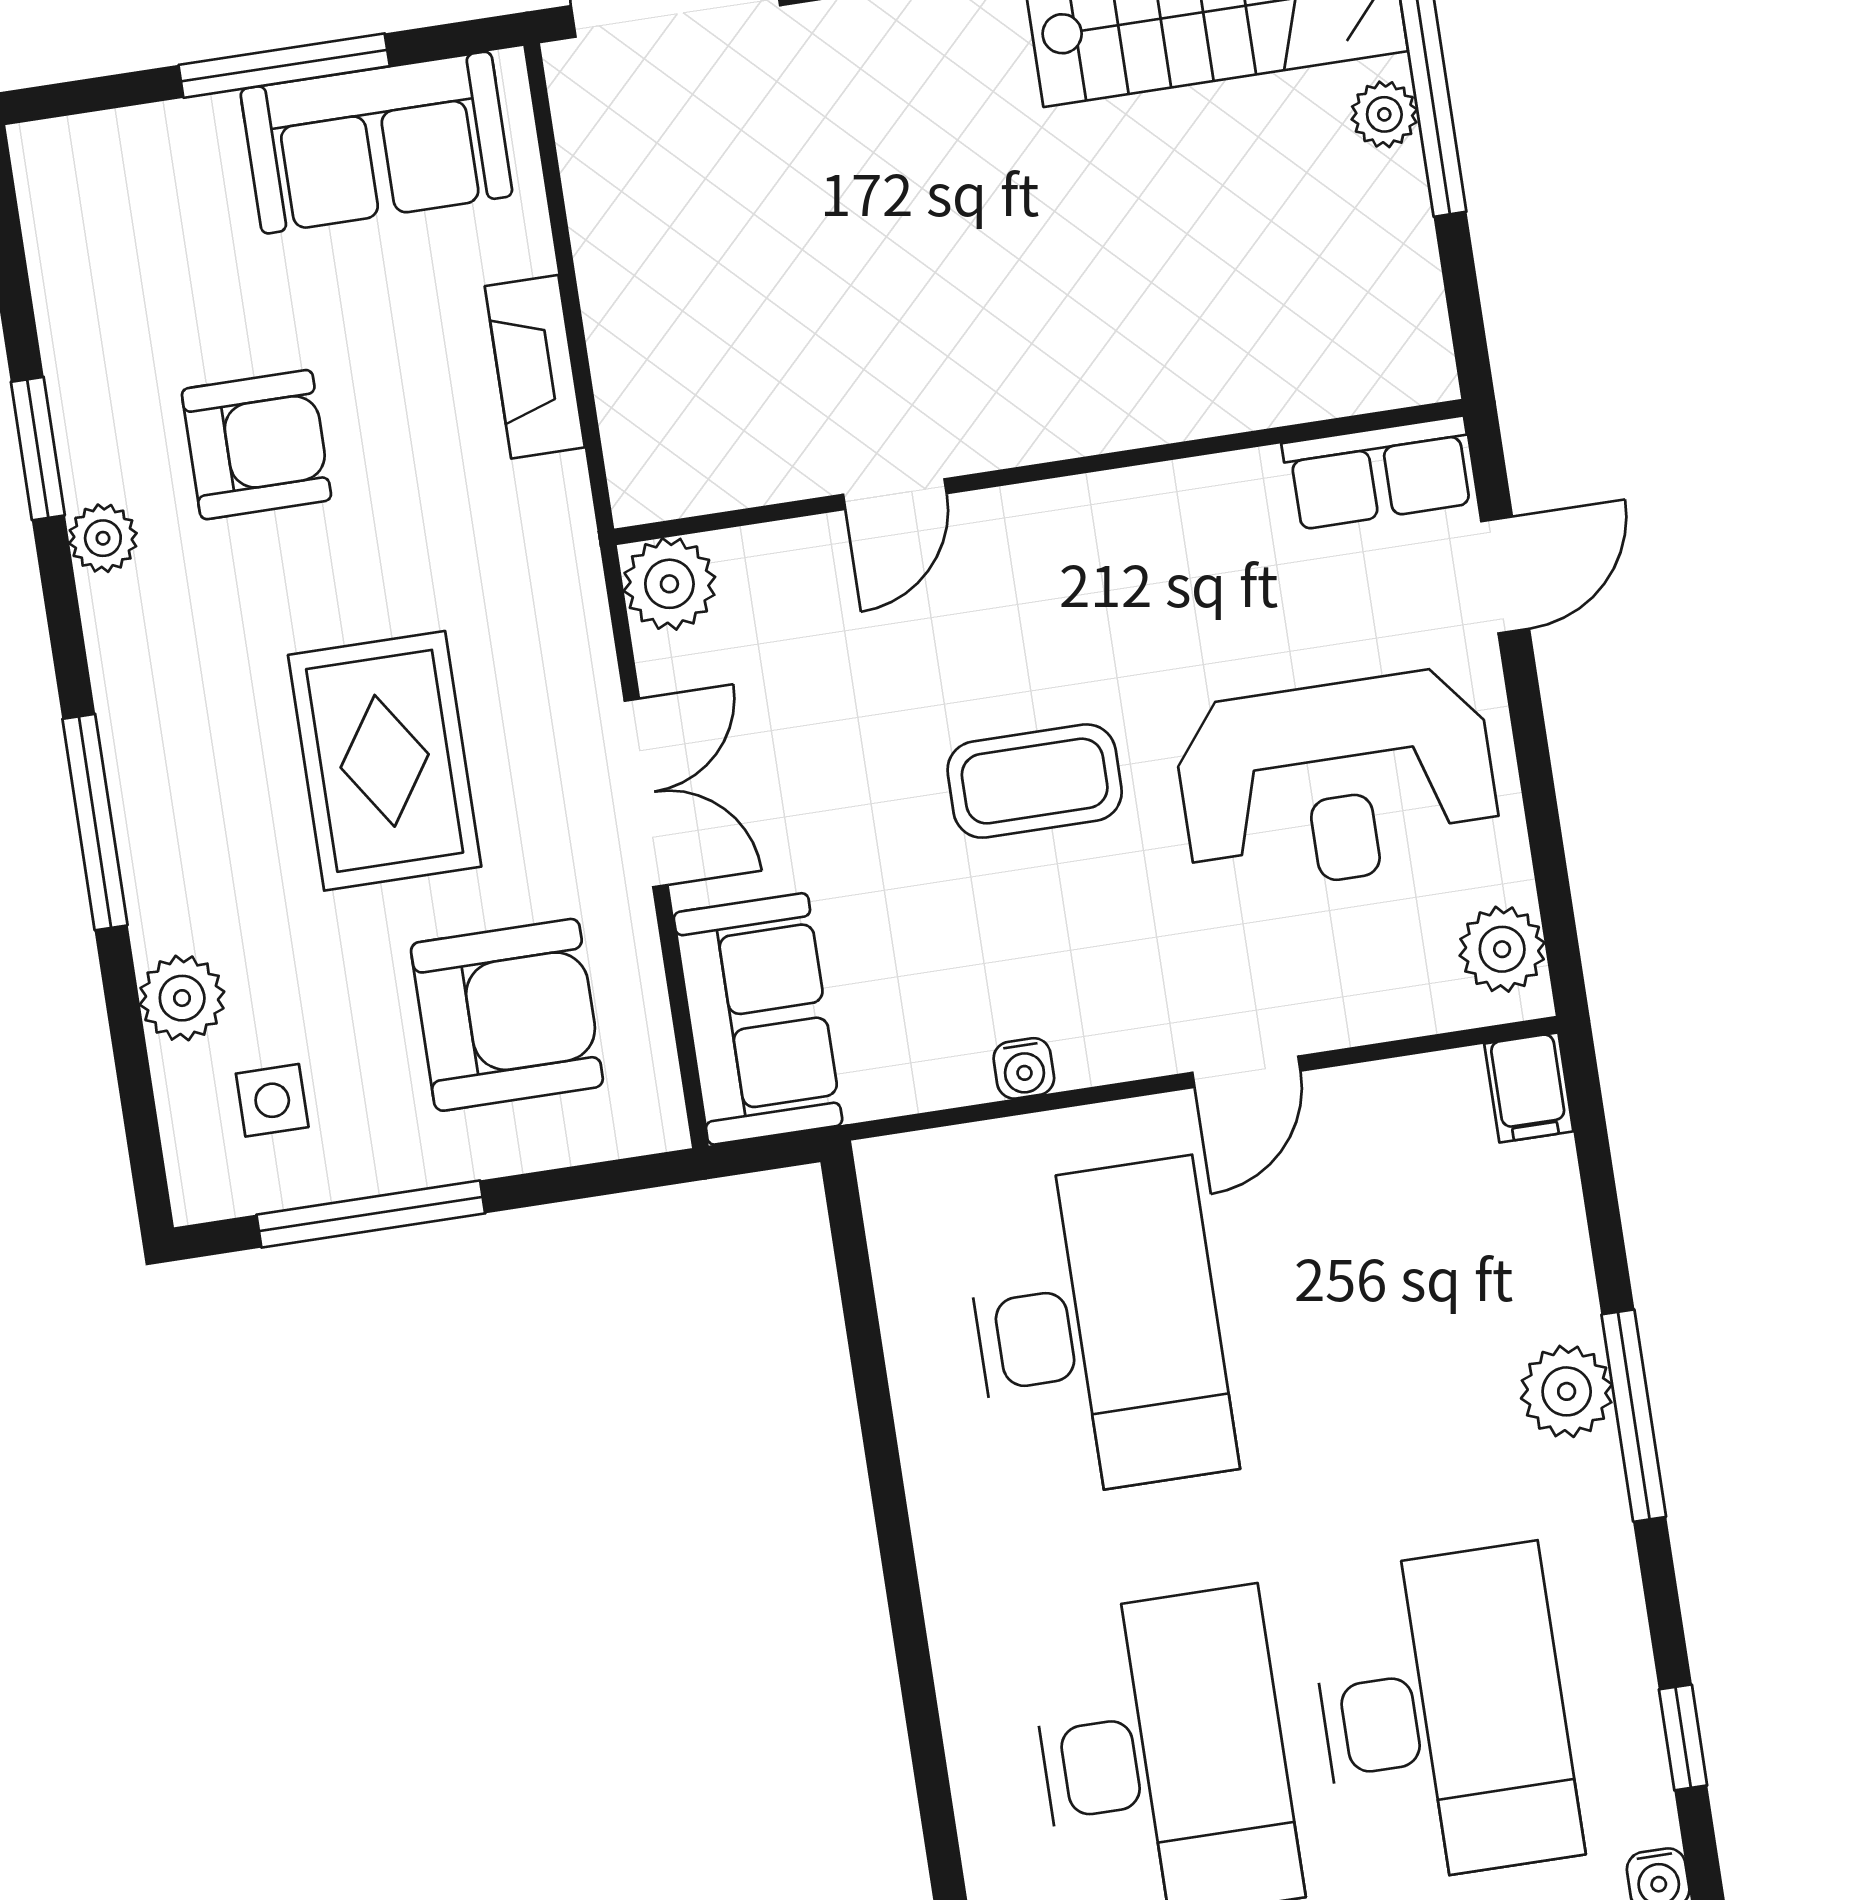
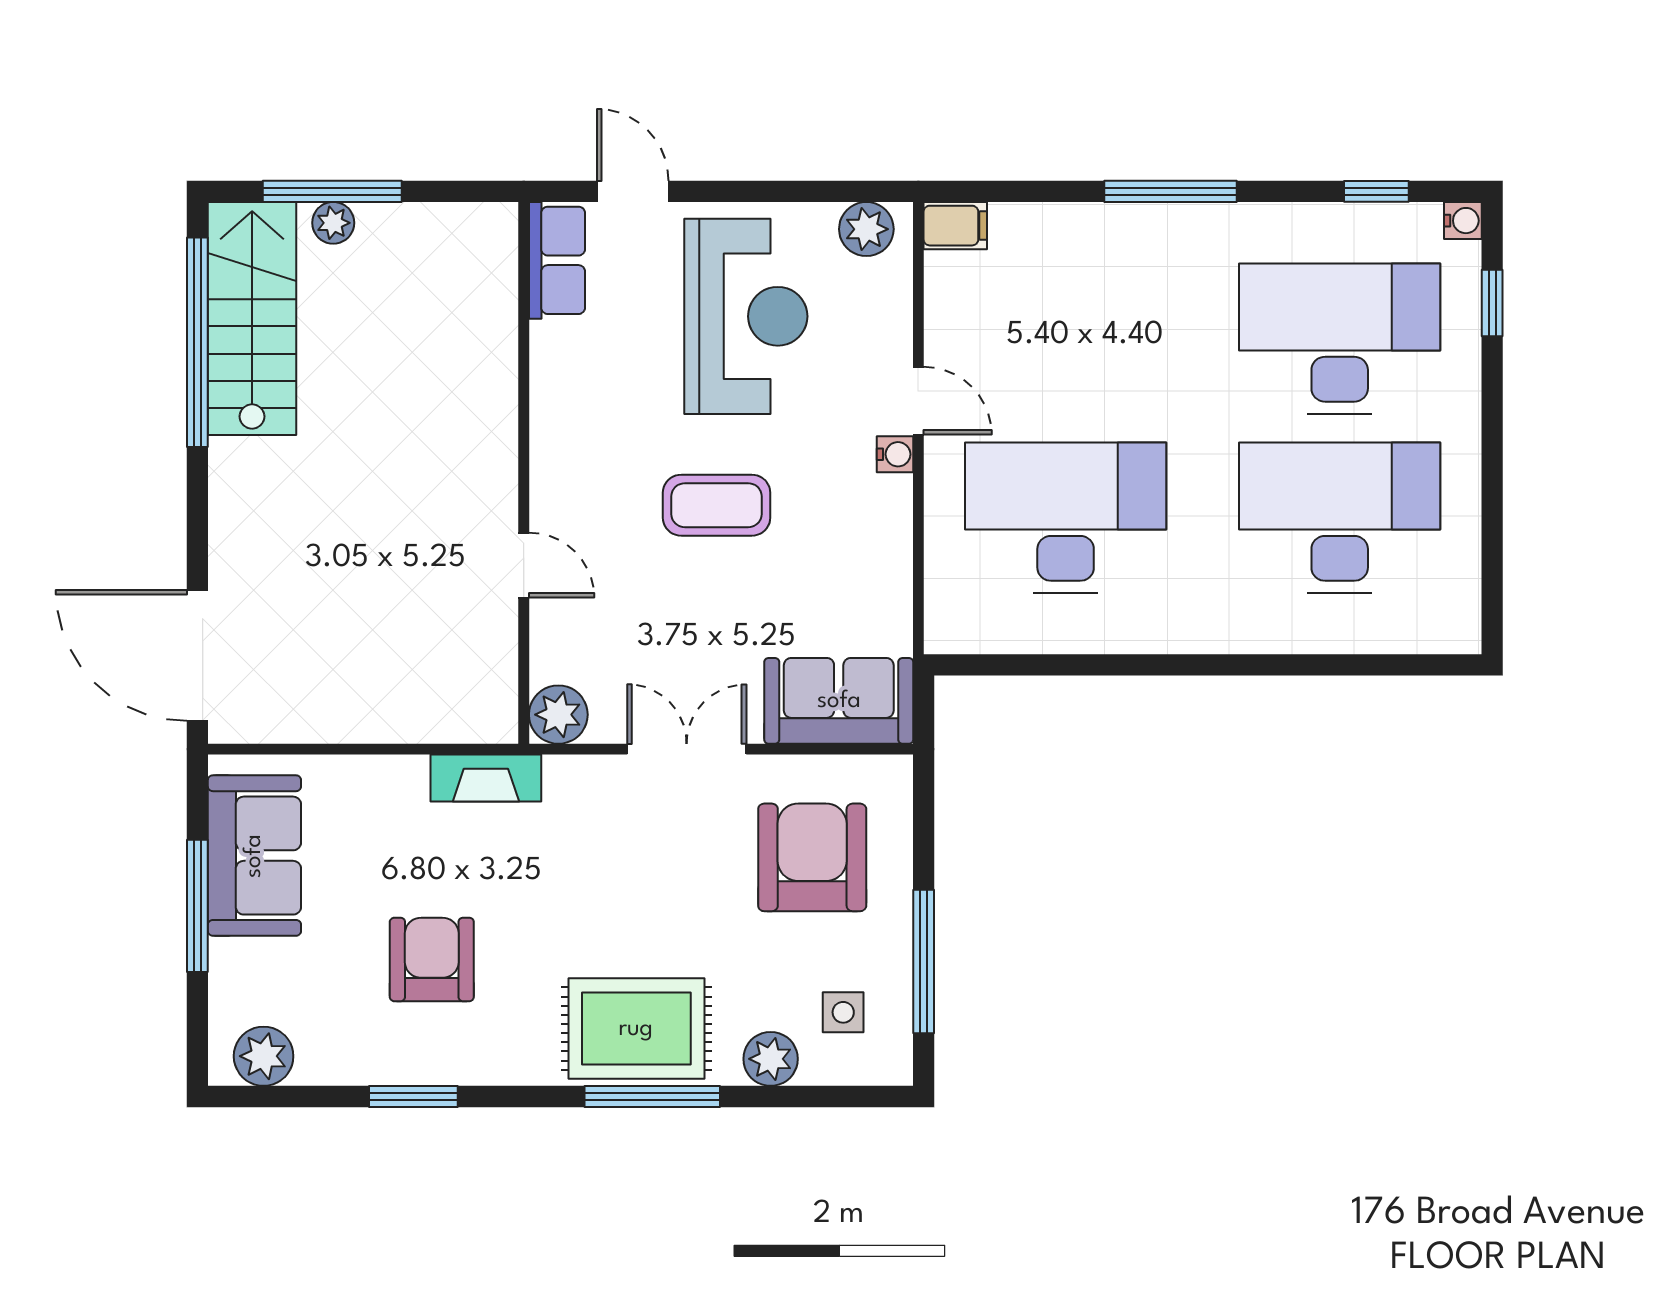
fireplace: (535, 367) -> (486, 778), moved
plant: (103, 538) -> (264, 1056), moved, width x1.38, depth x1.38
rug: (385, 761) -> (636, 1029), moved
coffee table: (1035, 781) -> (717, 505), turned 90
water cooler: (1024, 1068) -> (895, 454), moved
plant: (1567, 1391) -> (1149, 231), removed

